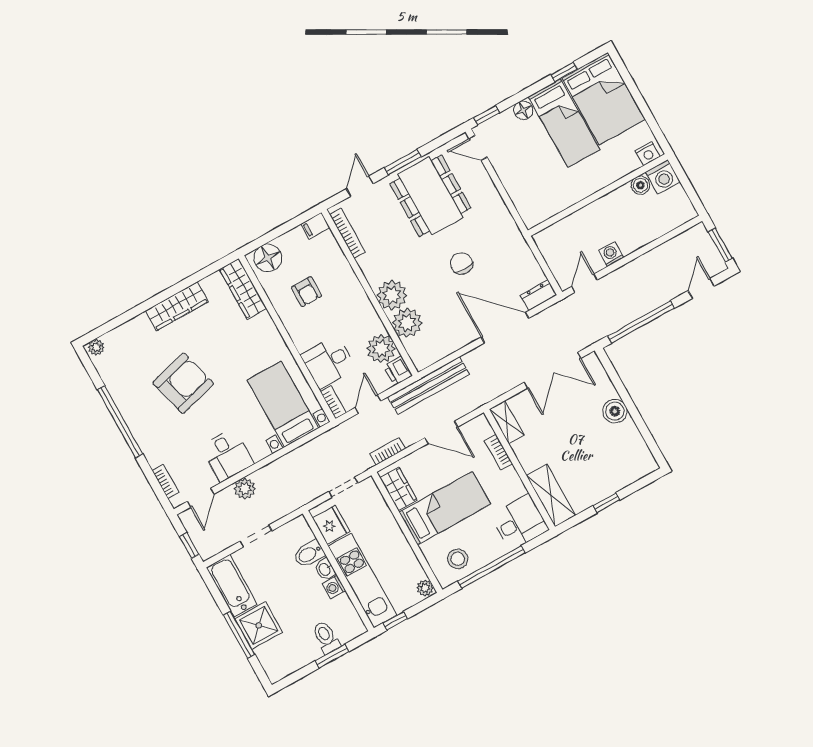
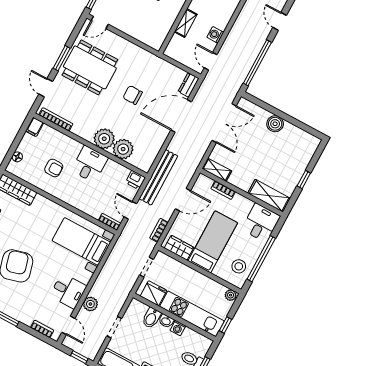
shelving: (584, 216) -> (186, 23), added
floor lamp: (268, 258) -> (17, 157), width x0.53, depth x0.53
plant: (381, 349) -> (118, 173), removed
desk: (328, 362) -> (90, 164), moved, turned 180

